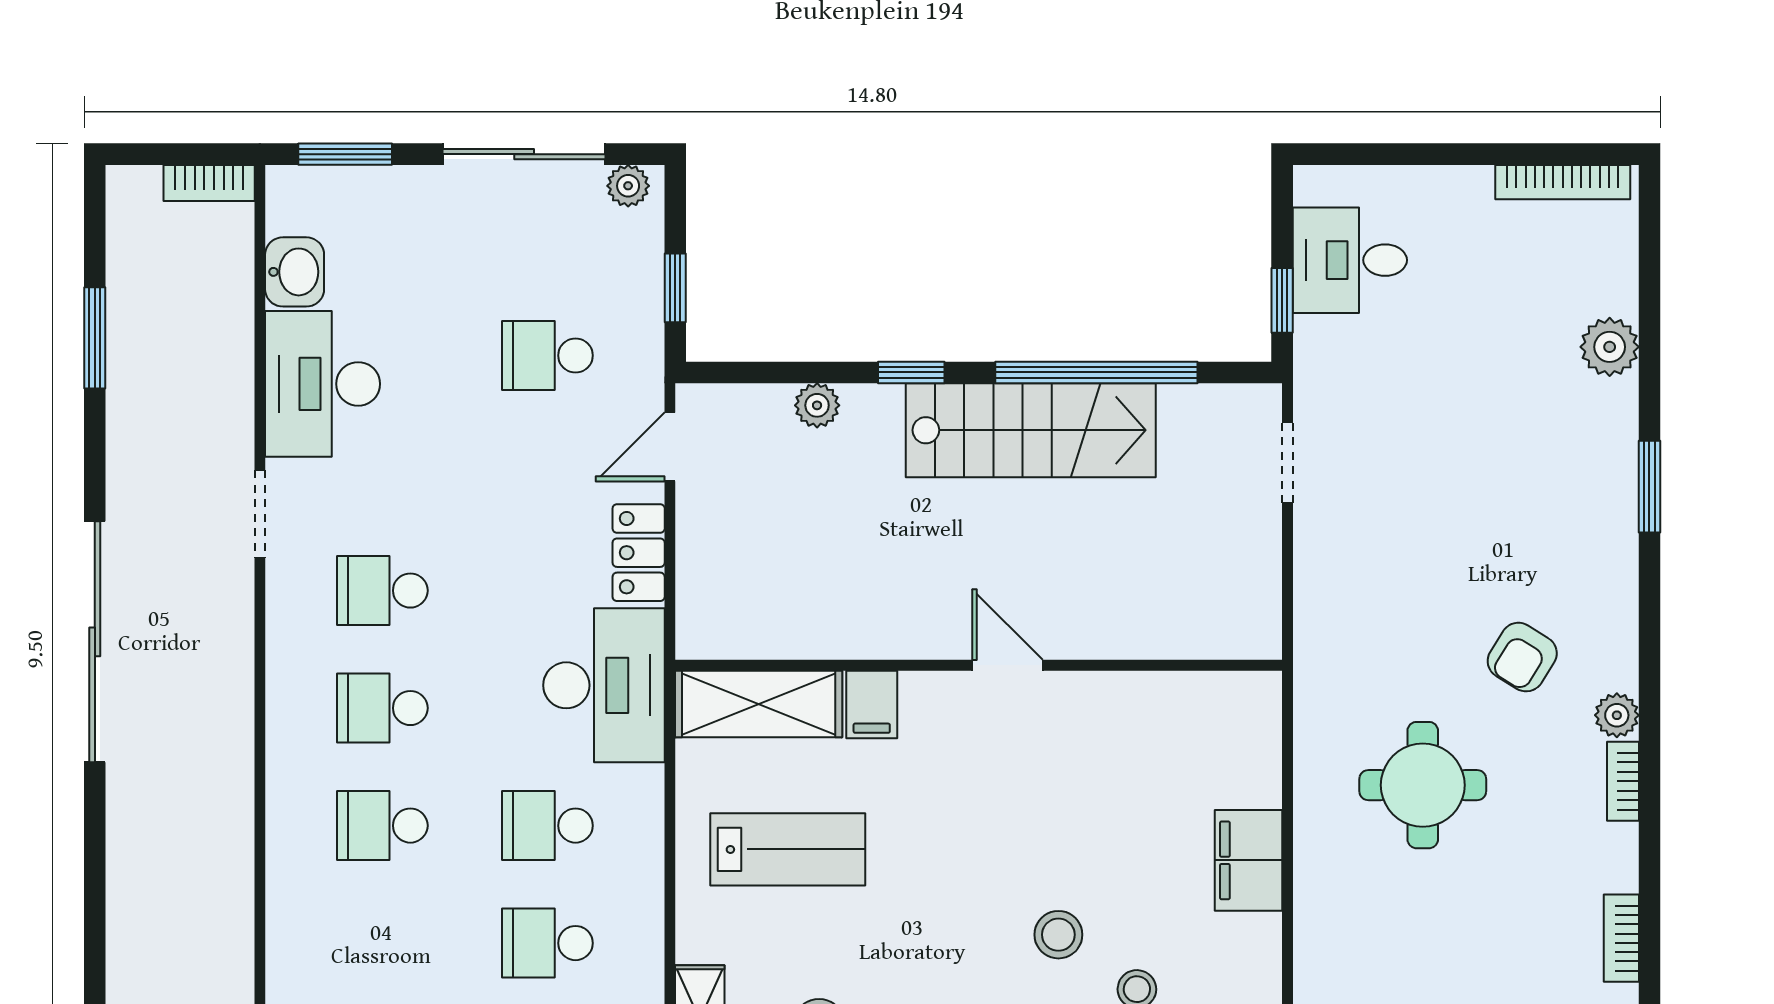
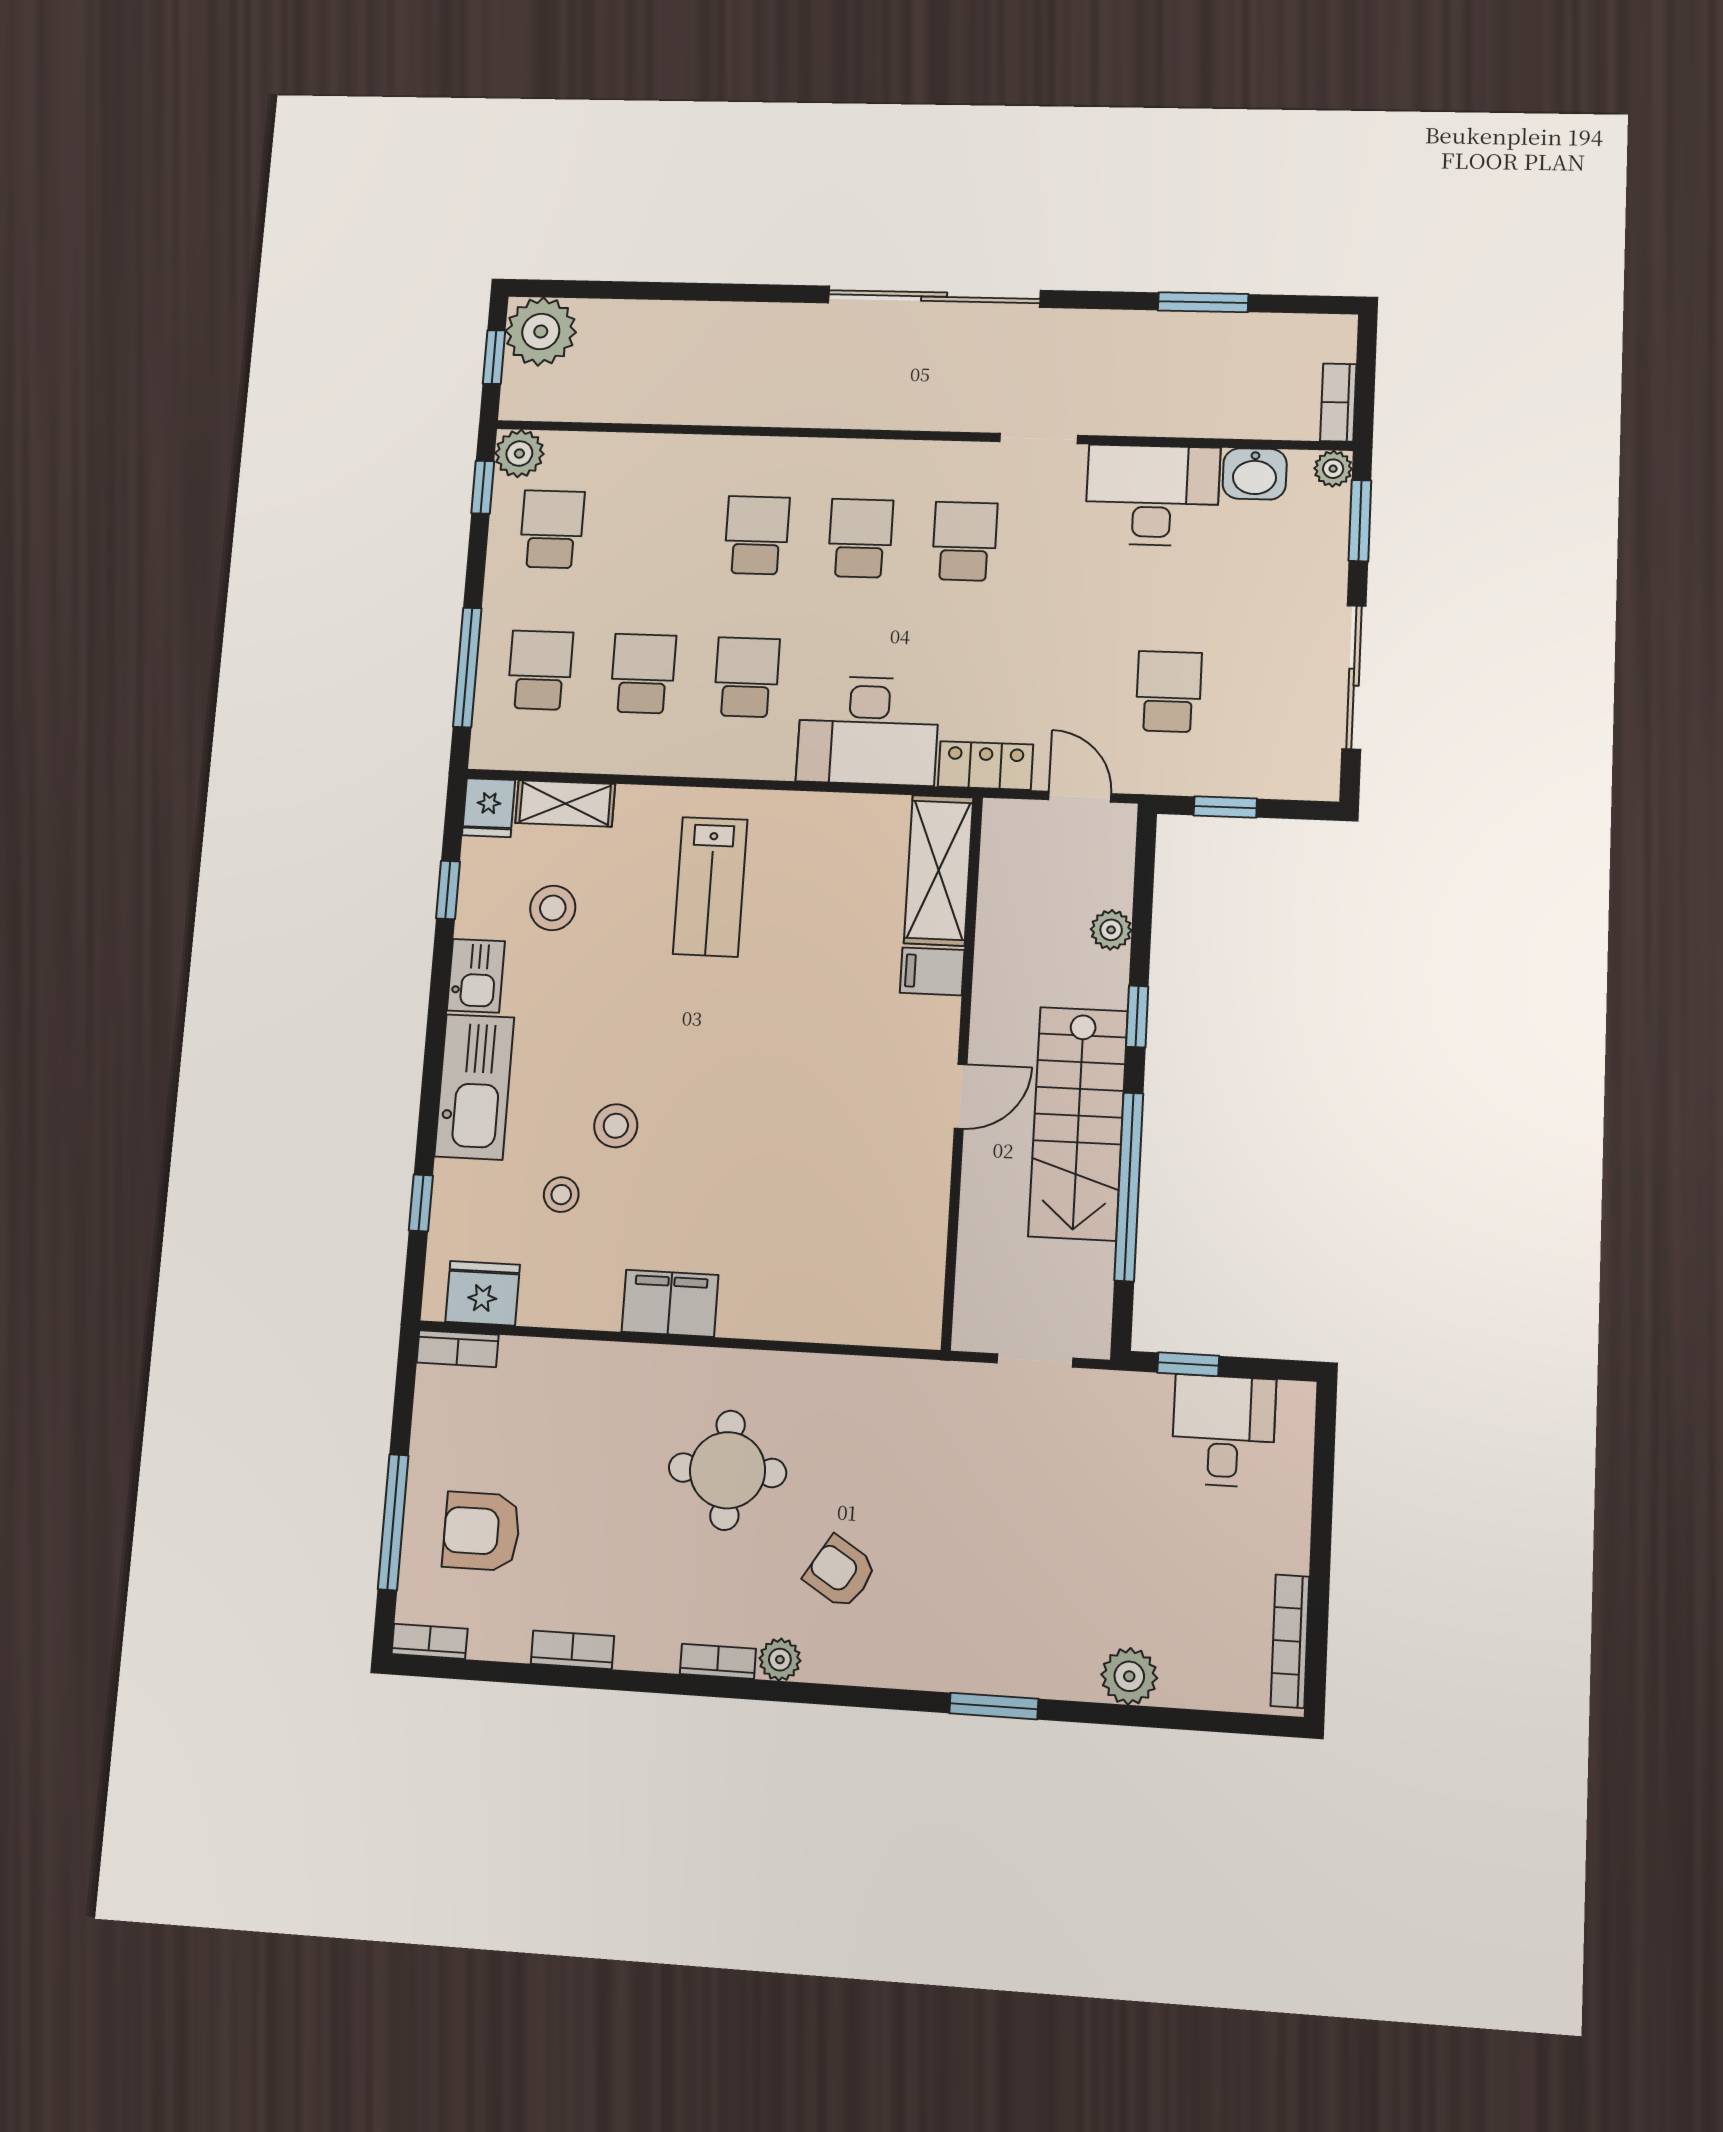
plant: (628, 186) -> (1333, 469), moved
wall: (979, 665) -> (962, 1070), moved
door: (1007, 665) -> (961, 1096), moved
shelving: (759, 704) -> (939, 870), moved
filing cabinet: (872, 704) -> (932, 971), moved

